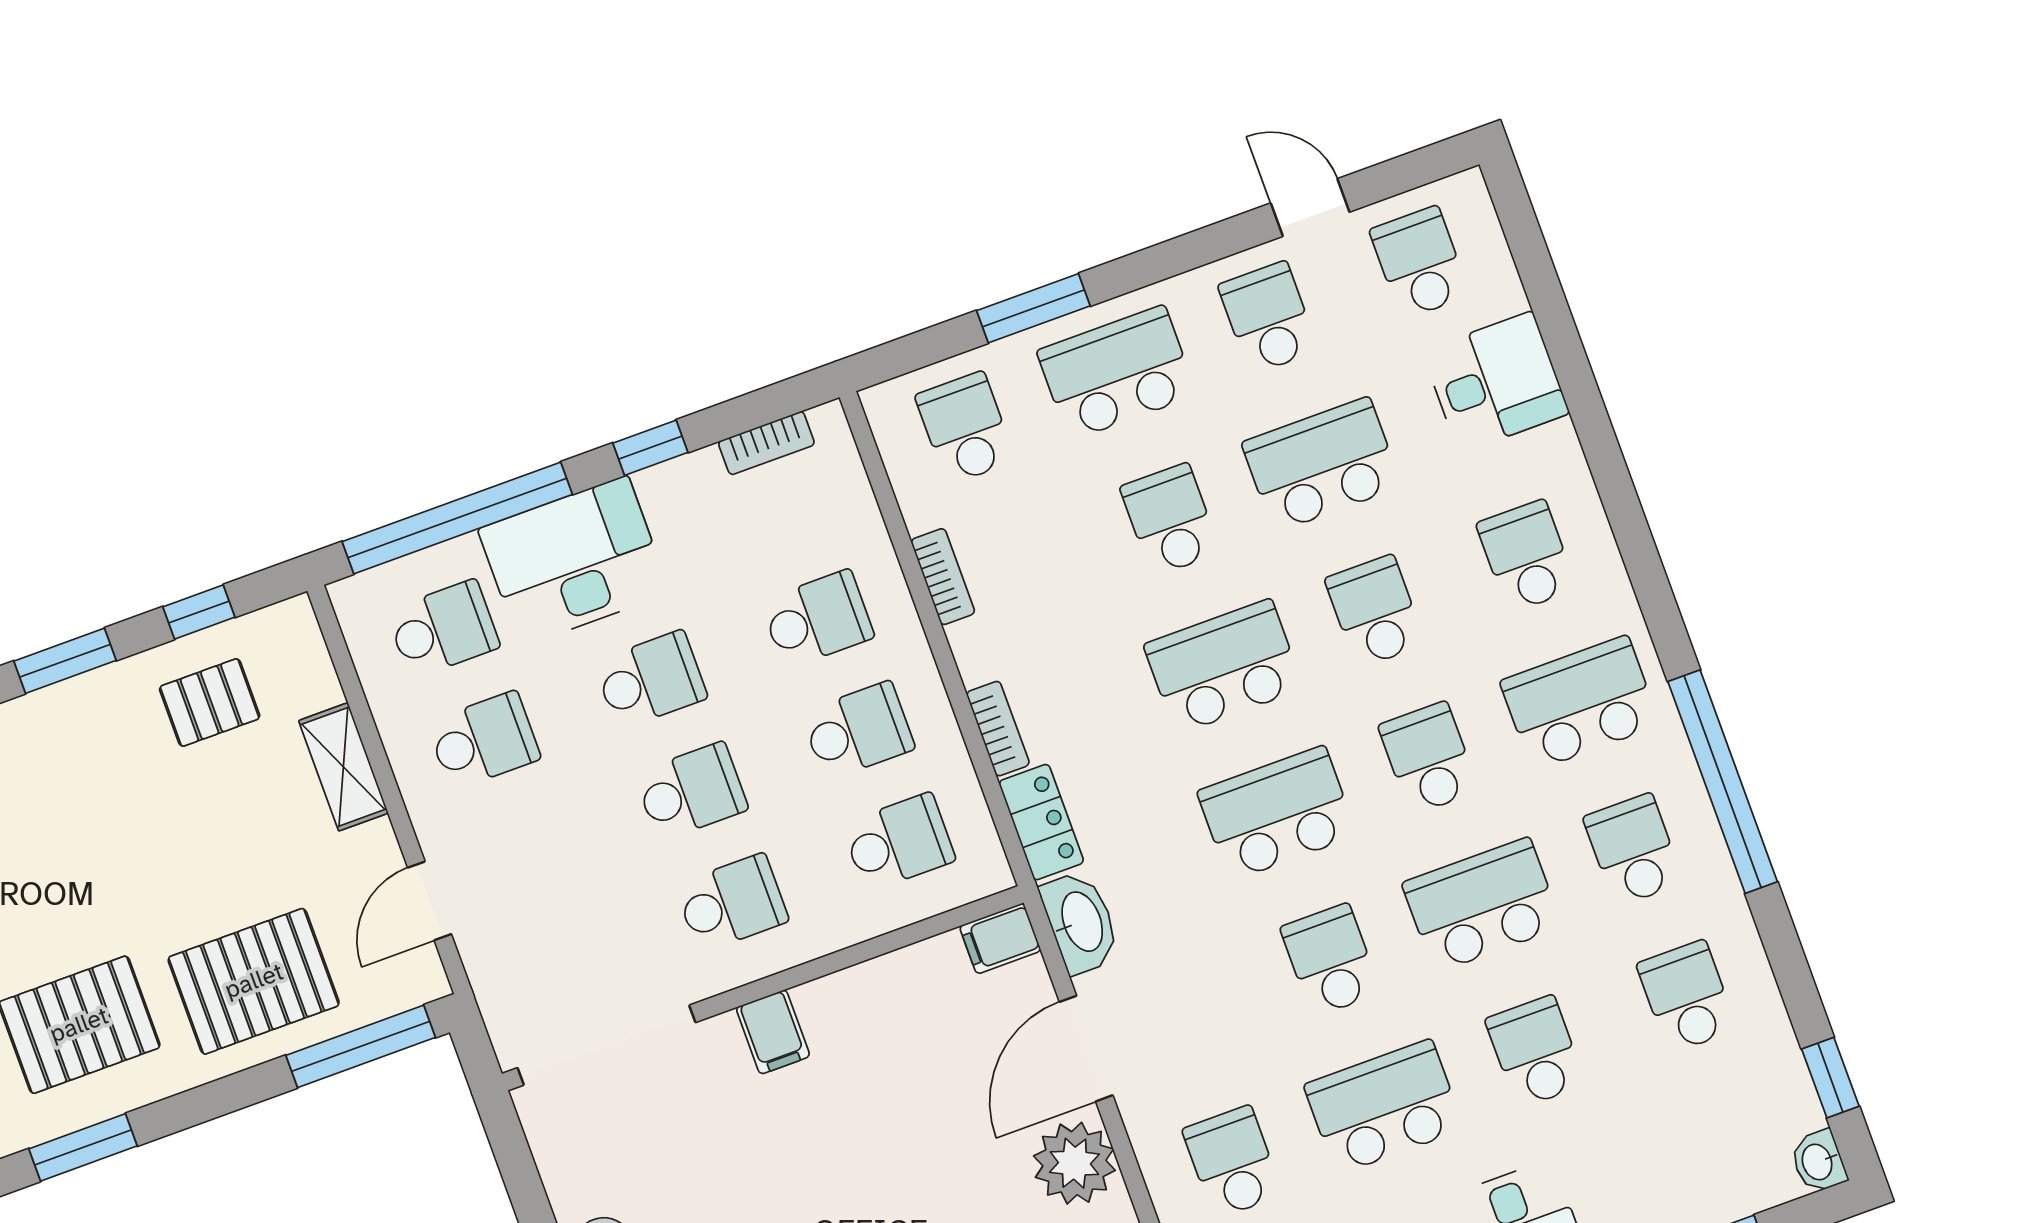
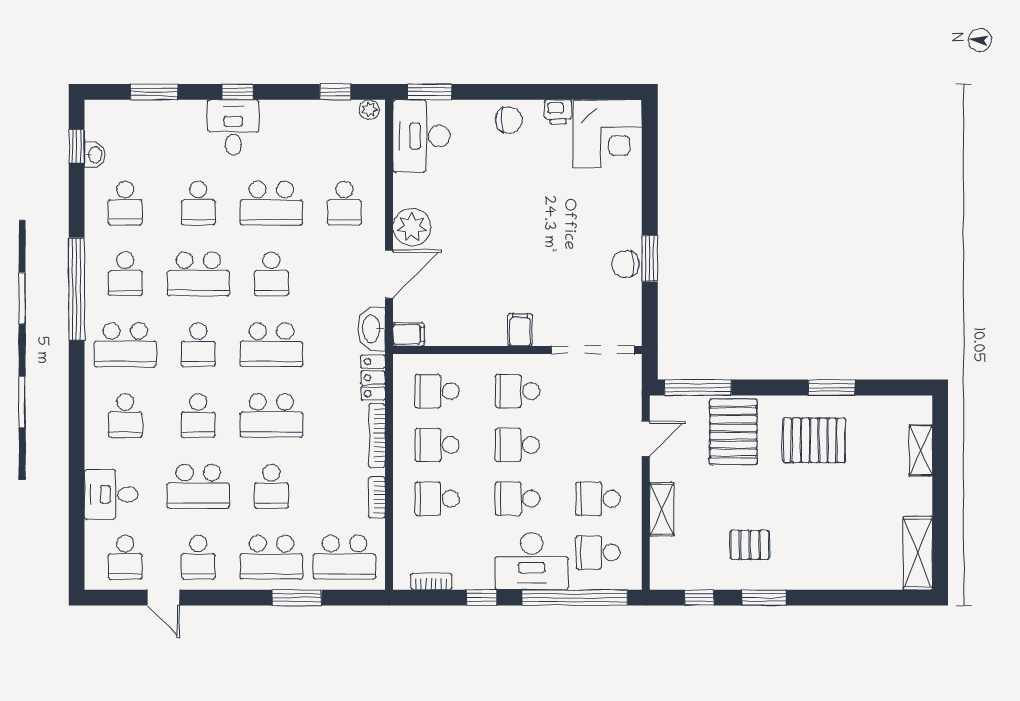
school desk: (965, 428) -> (344, 557), width x1.85
pallet: (210, 703) -> (750, 545), moved
bookcase: (998, 729) -> (377, 436), width x1.56
pallet: (254, 981) -> (733, 432), turned 90
washbasin: (1818, 1162) -> (95, 155), moved

